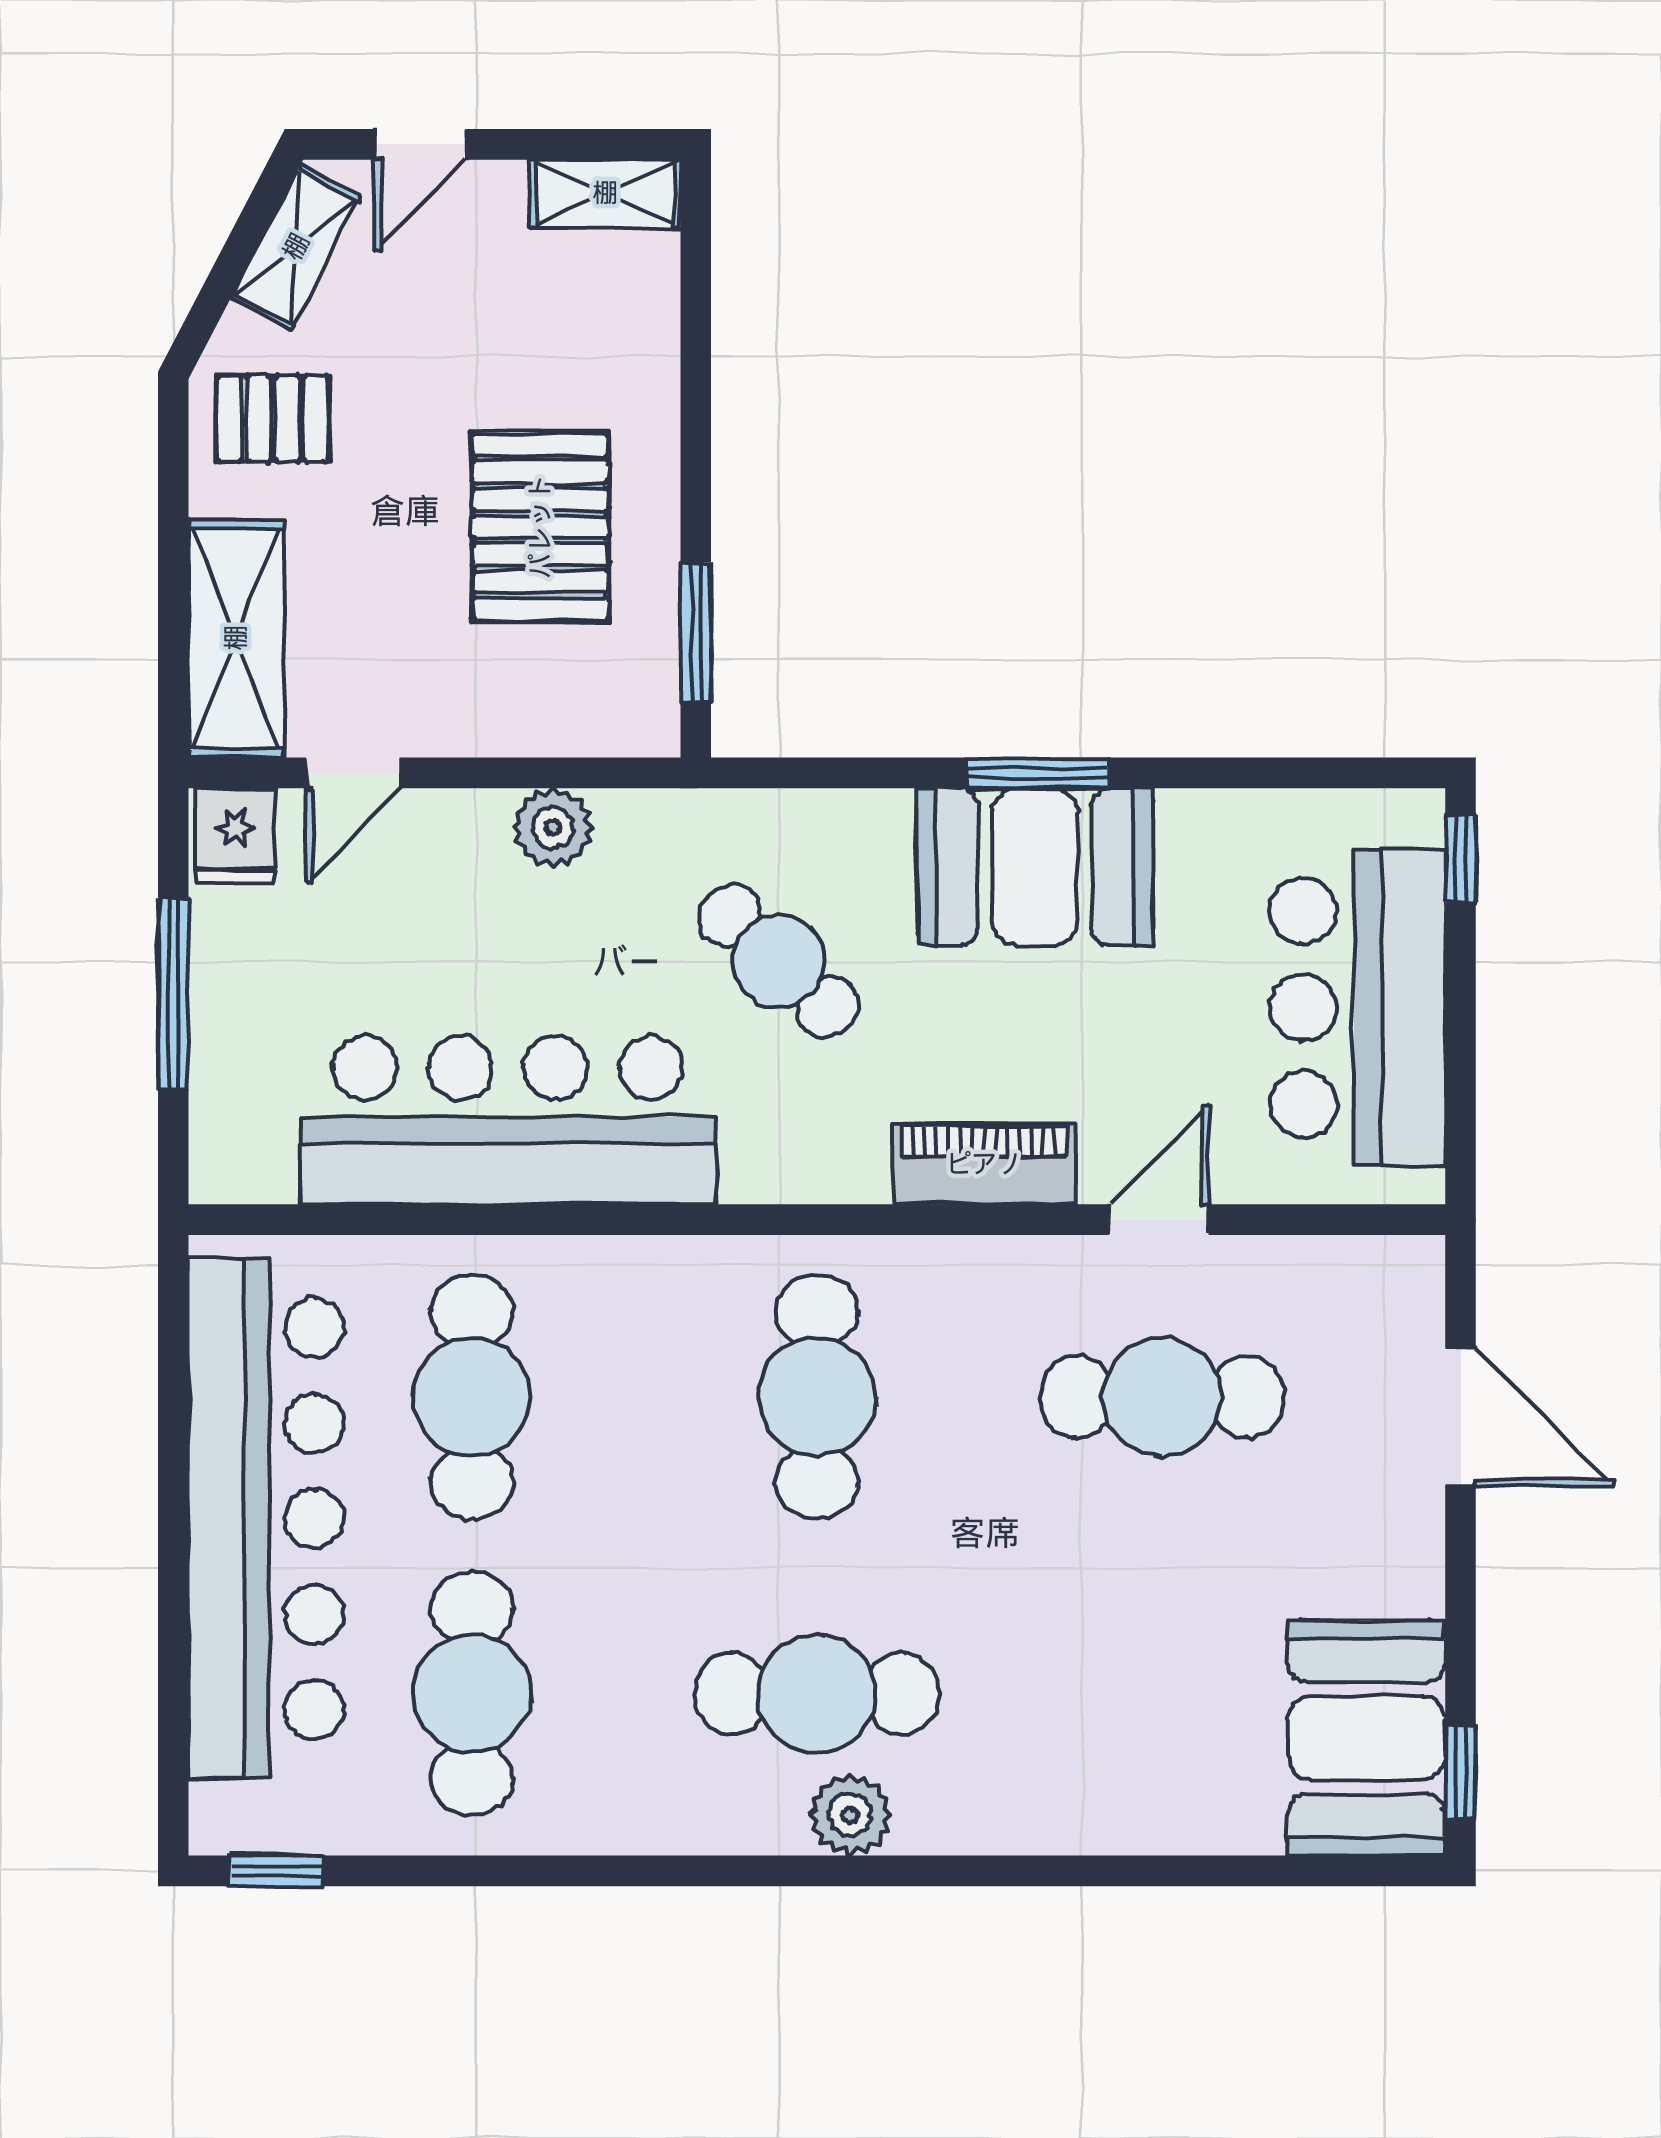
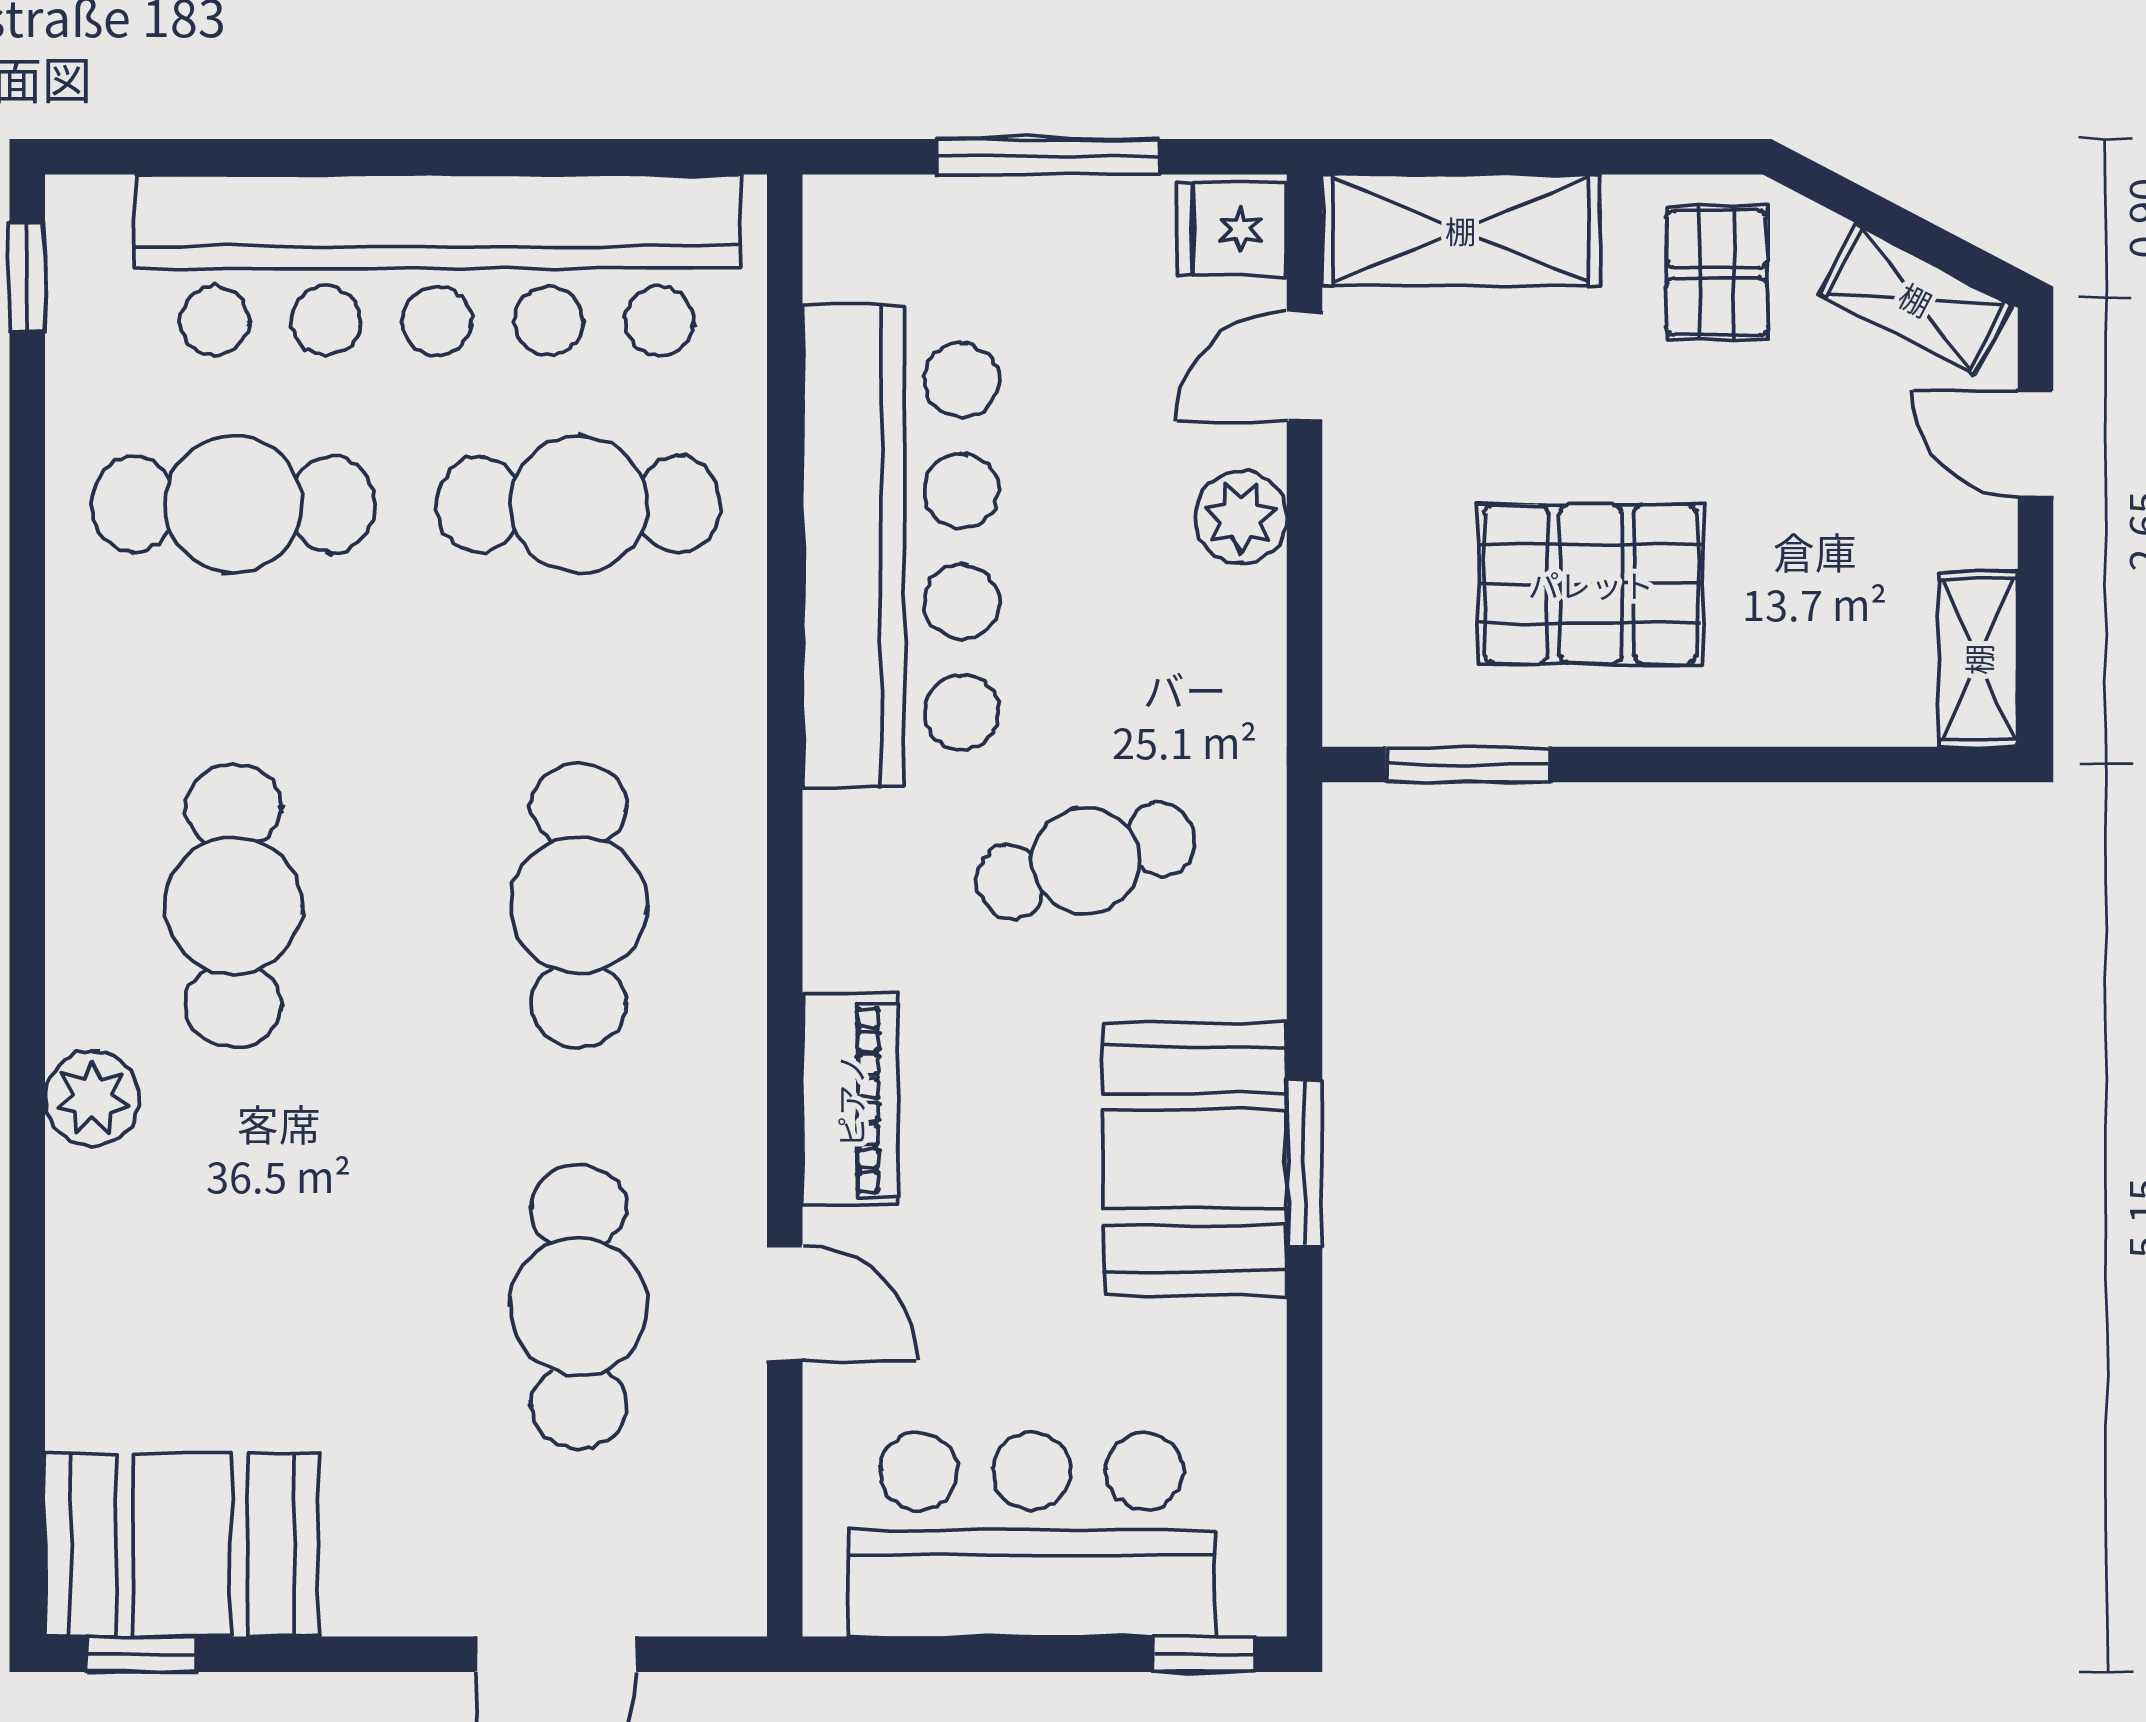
door: (353, 773) -> (1304, 366), hinge flipped
plant: (553, 828) -> (1241, 517), moved
cafe table: (778, 961) -> (1086, 861), turned 31
cafe table: (817, 1397) -> (579, 906), turned 90
plant: (850, 1815) -> (92, 1098), moved

